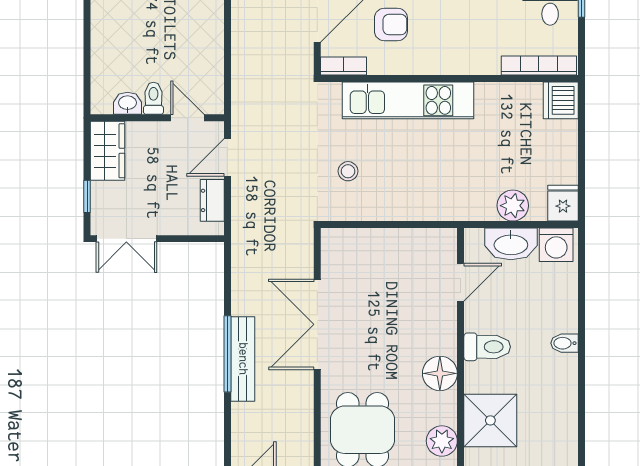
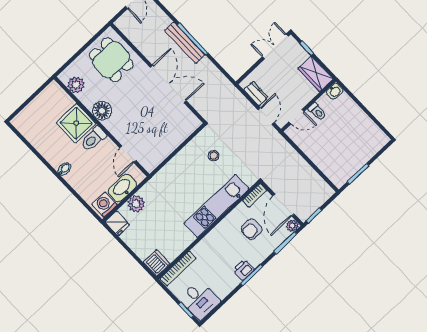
washbasin: (127, 103) -> (335, 91), moved
shower: (490, 420) -> (76, 123), moved

